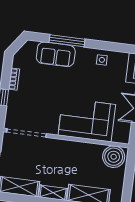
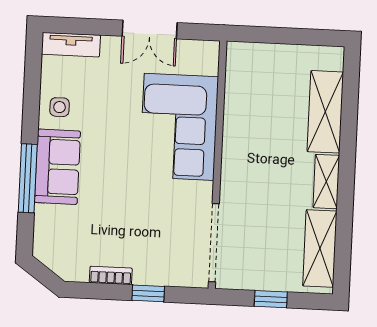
sofa: (56, 54) -> (57, 167), moved
boiler: (114, 157) -> (247, 69), removed

